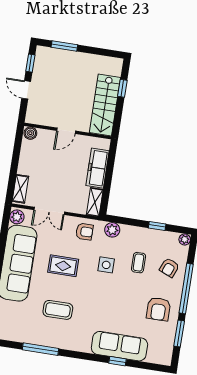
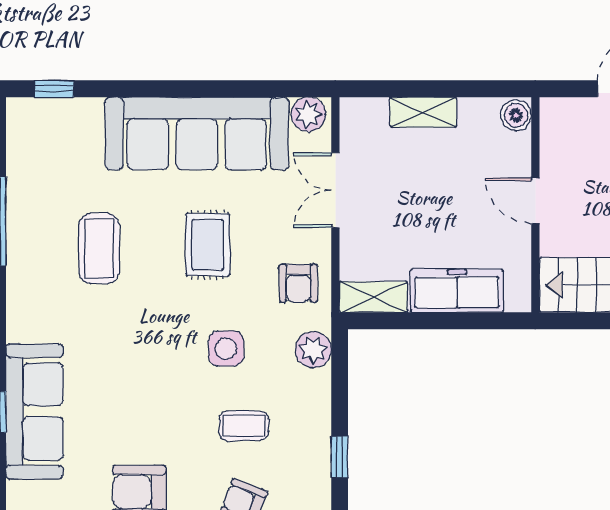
shelving: (20, 189) -> (423, 112), moved

